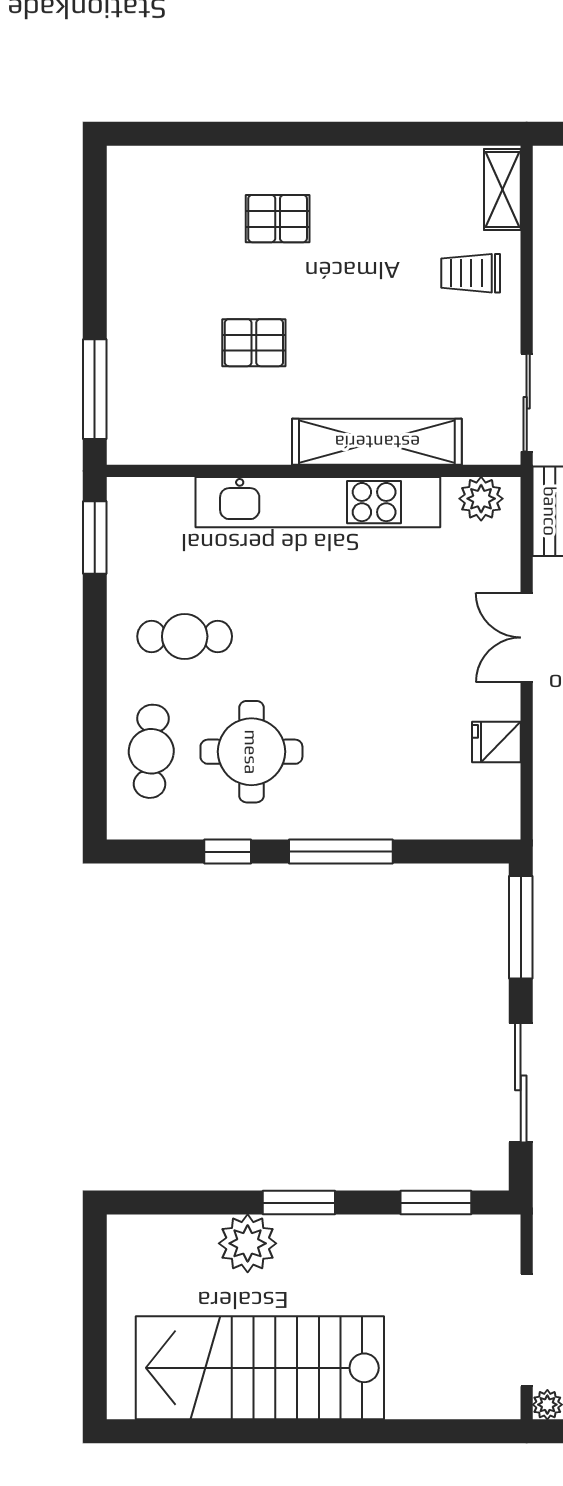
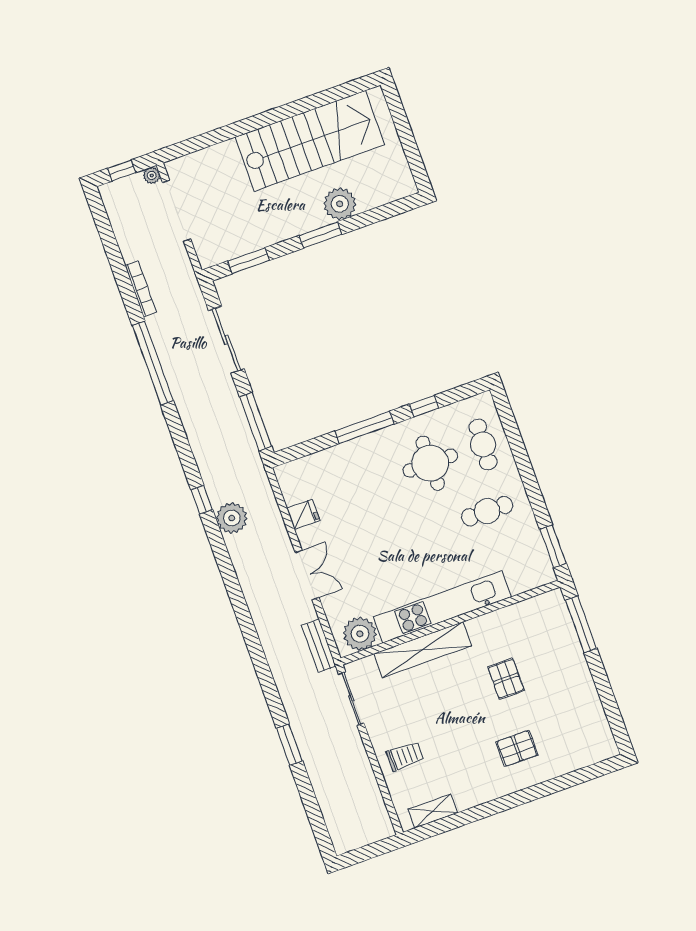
shelving: (502, 190) -> (433, 811), moved, turned 90
pallet: (254, 343) -> (506, 679), turned 90
plant: (481, 499) -> (360, 634), width x1.36, depth x1.36

